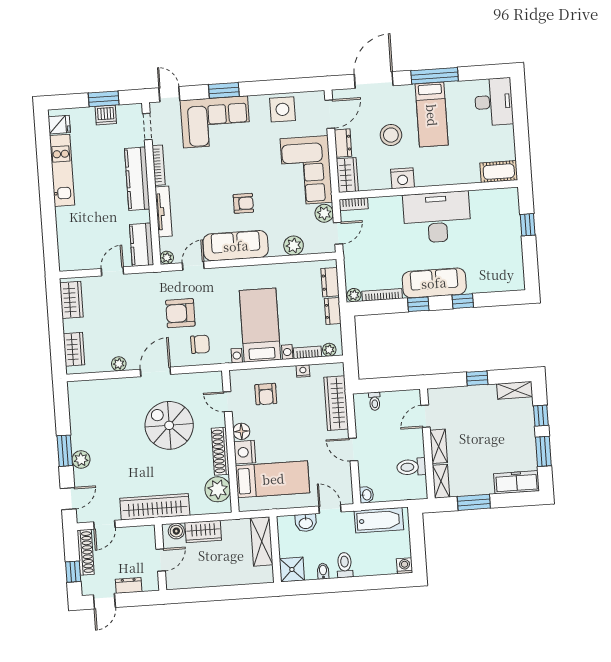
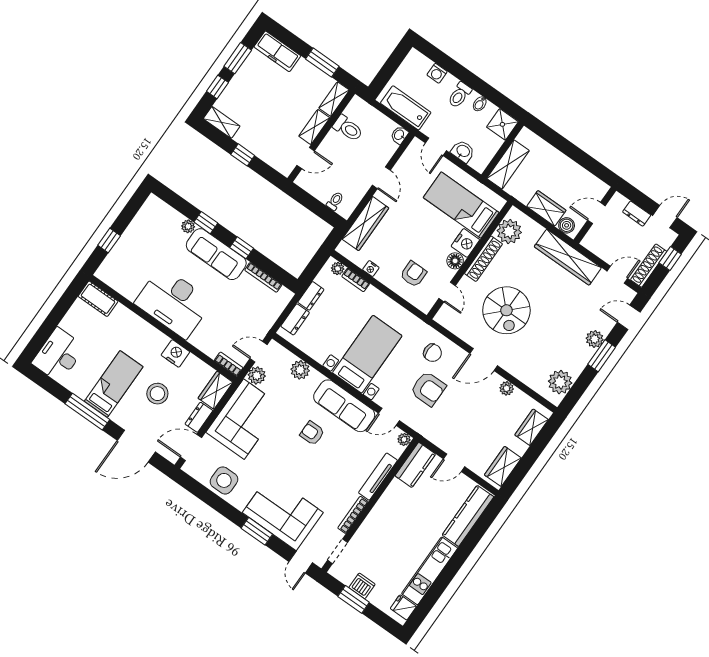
kitchen counter: (137, 179) -> (468, 516), moved, turned 180
plant: (354, 295) -> (188, 226), moved
bed with nightstands: (260, 325) -> (367, 354), moved, turned 180
chair: (200, 344) -> (433, 353), turned 180
plant: (81, 403) -> (560, 382), added
washing machine: (405, 566) -> (437, 73), moved

